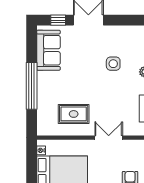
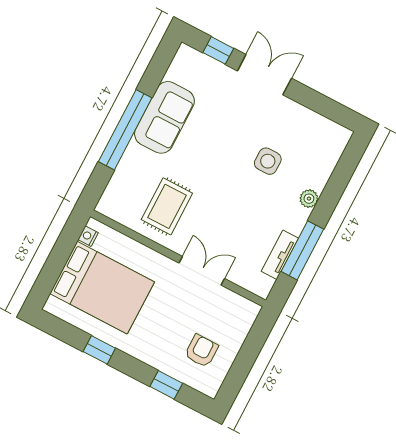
sofa: (48, 50) -> (164, 117), moved
rug: (74, 114) -> (167, 206), turned 90

